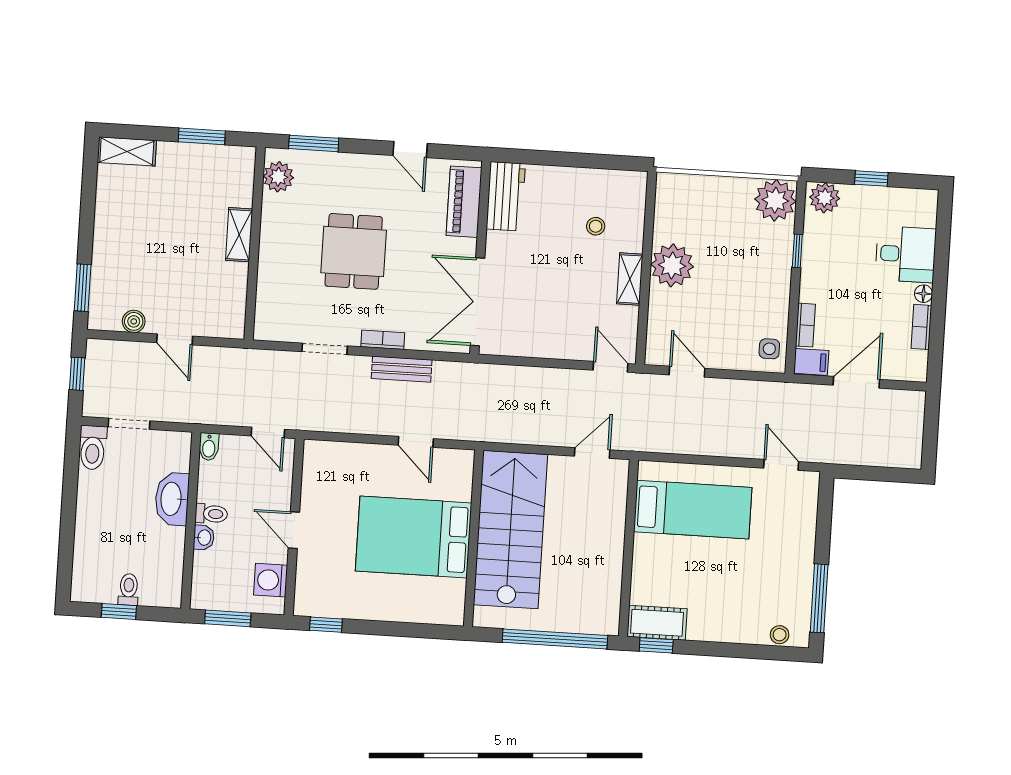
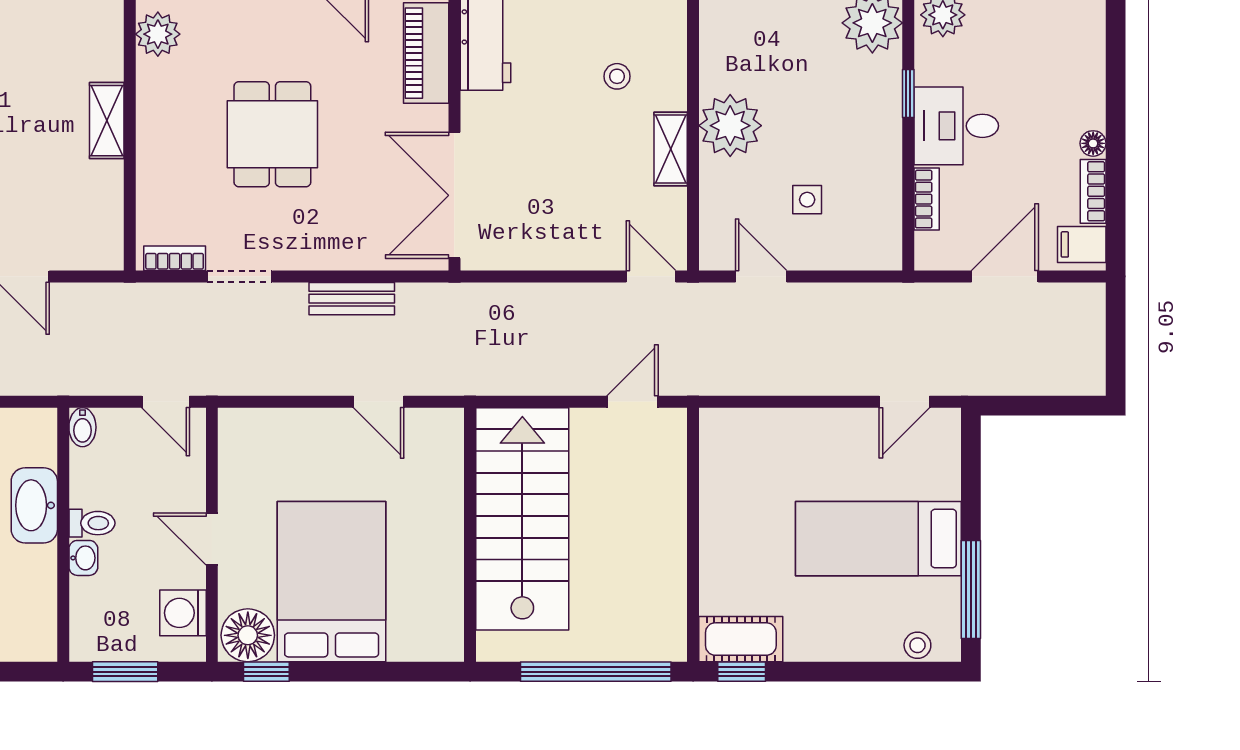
desk: (906, 254) -> (956, 126), moved, turned 180
bookcase: (383, 340) -> (175, 258), moved
side table: (769, 349) -> (807, 200), moved
filing cabinet: (811, 362) -> (1082, 244), moved, turned 180
door: (781, 465) -> (904, 402), swing flipped
bed: (693, 510) -> (878, 539), moved, turned 180
bed: (414, 537) -> (332, 582), moved, turned 90
floor lamp: (315, 598) -> (248, 635), added

